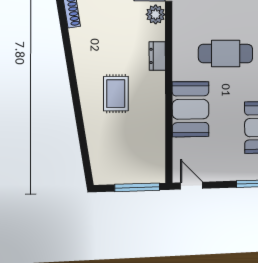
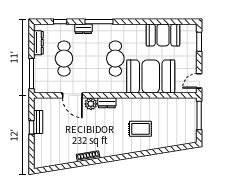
dresser: (157, 56) -> (107, 103), moved
booth: (191, 109) -> (151, 77), width x1.36, depth x1.42

